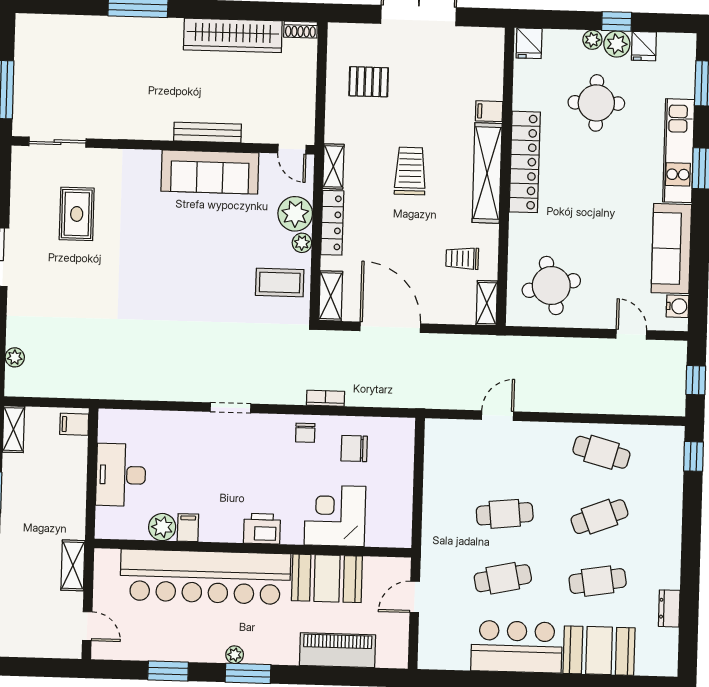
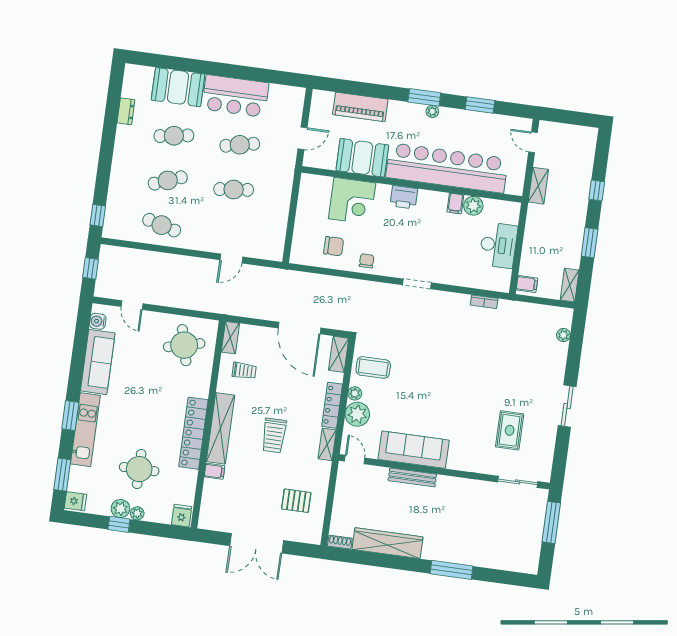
fridge: (644, 46) -> (75, 501), moved, turned 90
bookcase: (325, 398) -> (484, 302), moved

